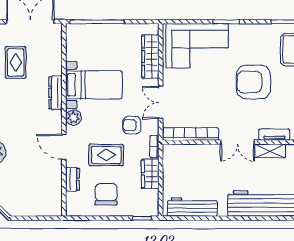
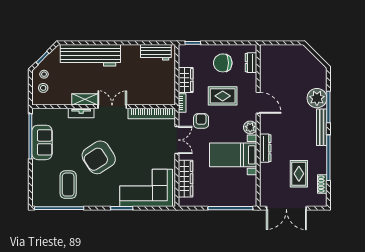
armchair: (253, 82) -> (99, 157), turned 147
armchair: (132, 125) -> (201, 121), turned -90
dresser: (72, 179) -> (251, 63), moved
chair: (106, 194) -> (223, 63), turned 90
workbench: (192, 207) -> (156, 52), width x0.73

